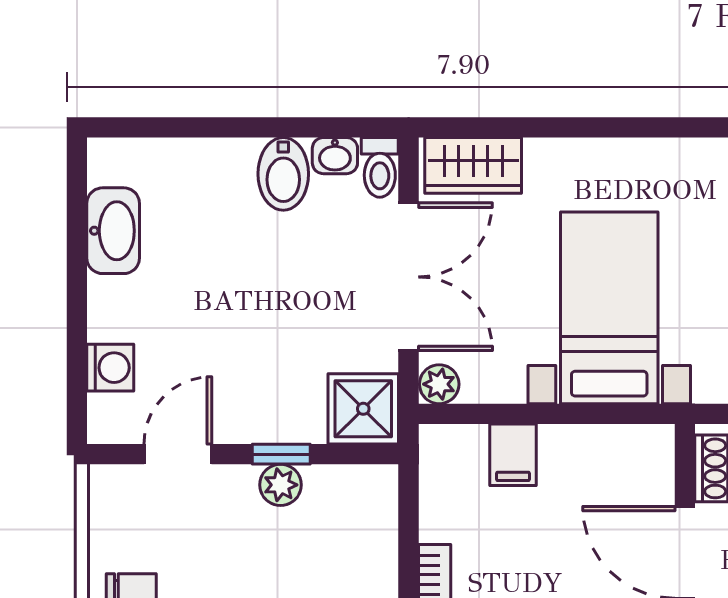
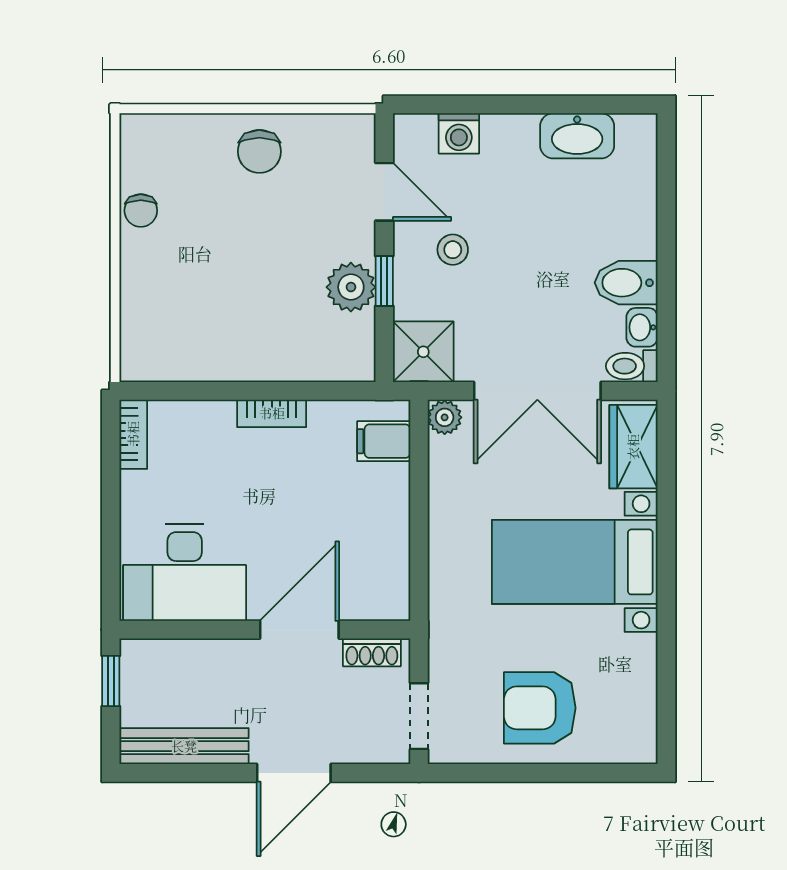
bed with nightstands: (609, 308) -> (575, 562), moved, turned 180
stool: (245, 375) -> (453, 250), added
filing cabinet: (513, 455) -> (384, 441), moved
plant: (280, 485) -> (351, 287), width x1.38, depth x1.38

